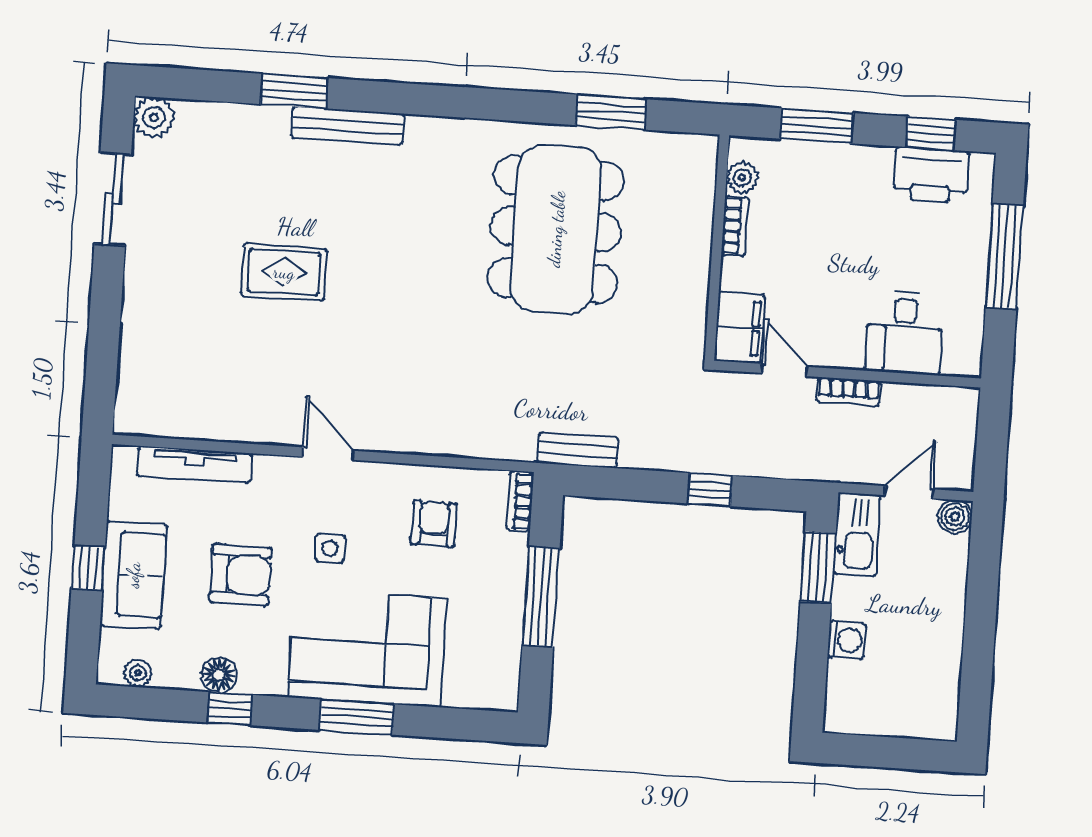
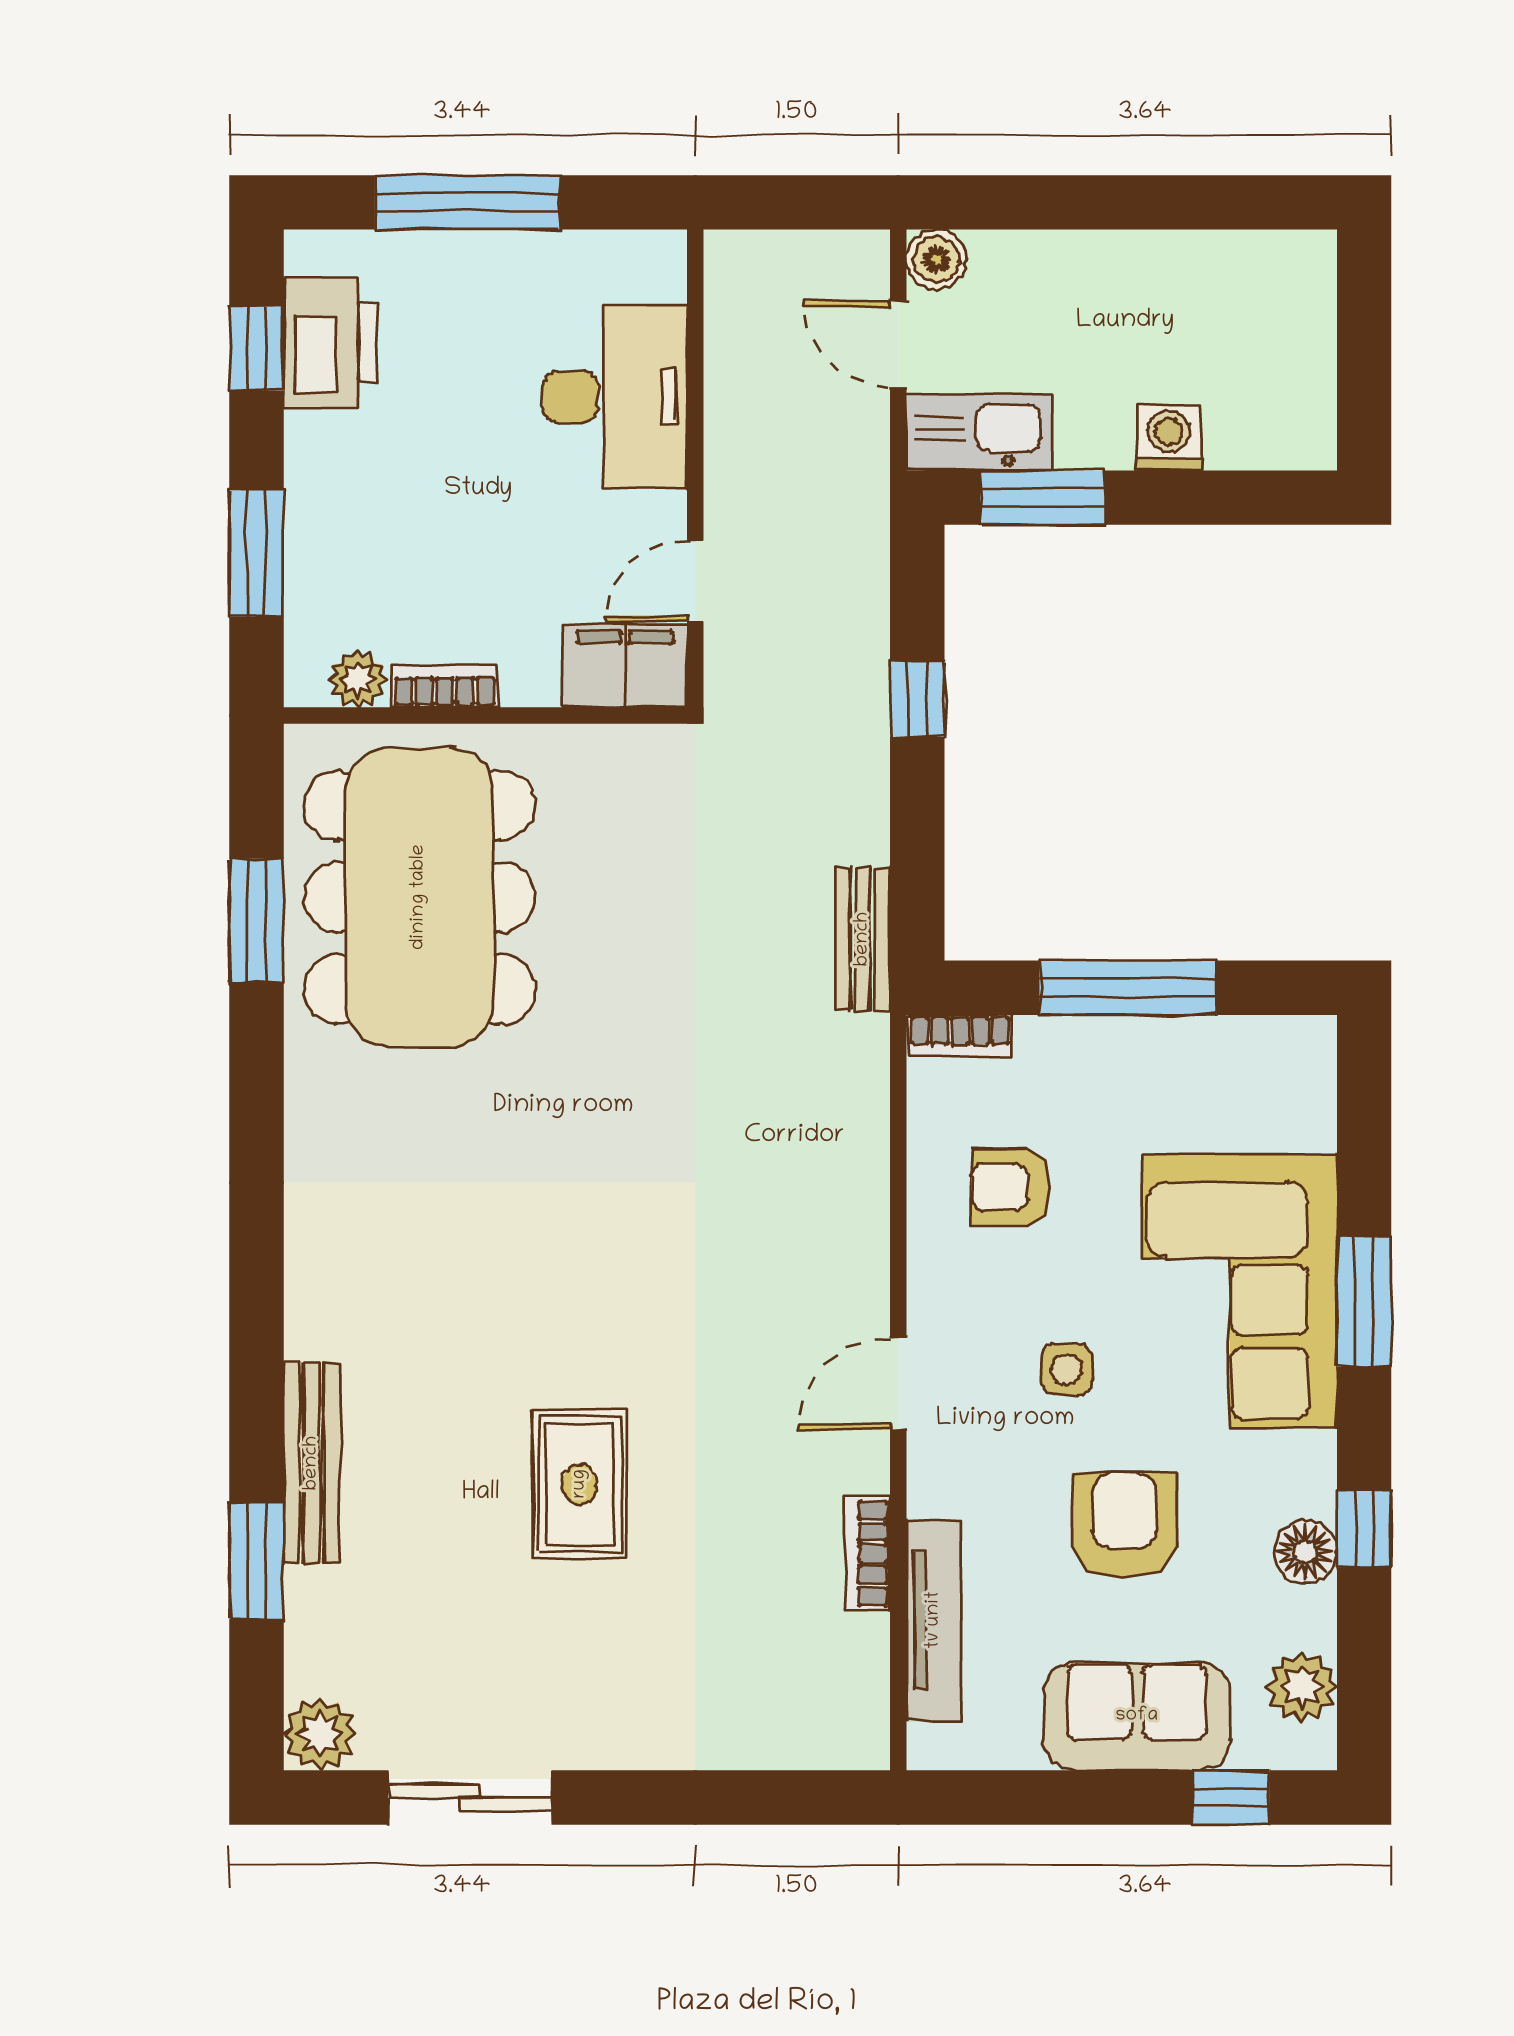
window: (294, 91) -> (256, 1561), moved
bench: (348, 126) -> (312, 1463), moved
dining table: (556, 229) -> (419, 897), moved, turned 90
desk: (904, 333) -> (615, 397), width x1.37
bookcase: (849, 391) -> (868, 1553), moved, turned 180
window: (88, 568) -> (1231, 1798), moved
plant: (138, 673) -> (1302, 1687), width x1.38, depth x1.38

